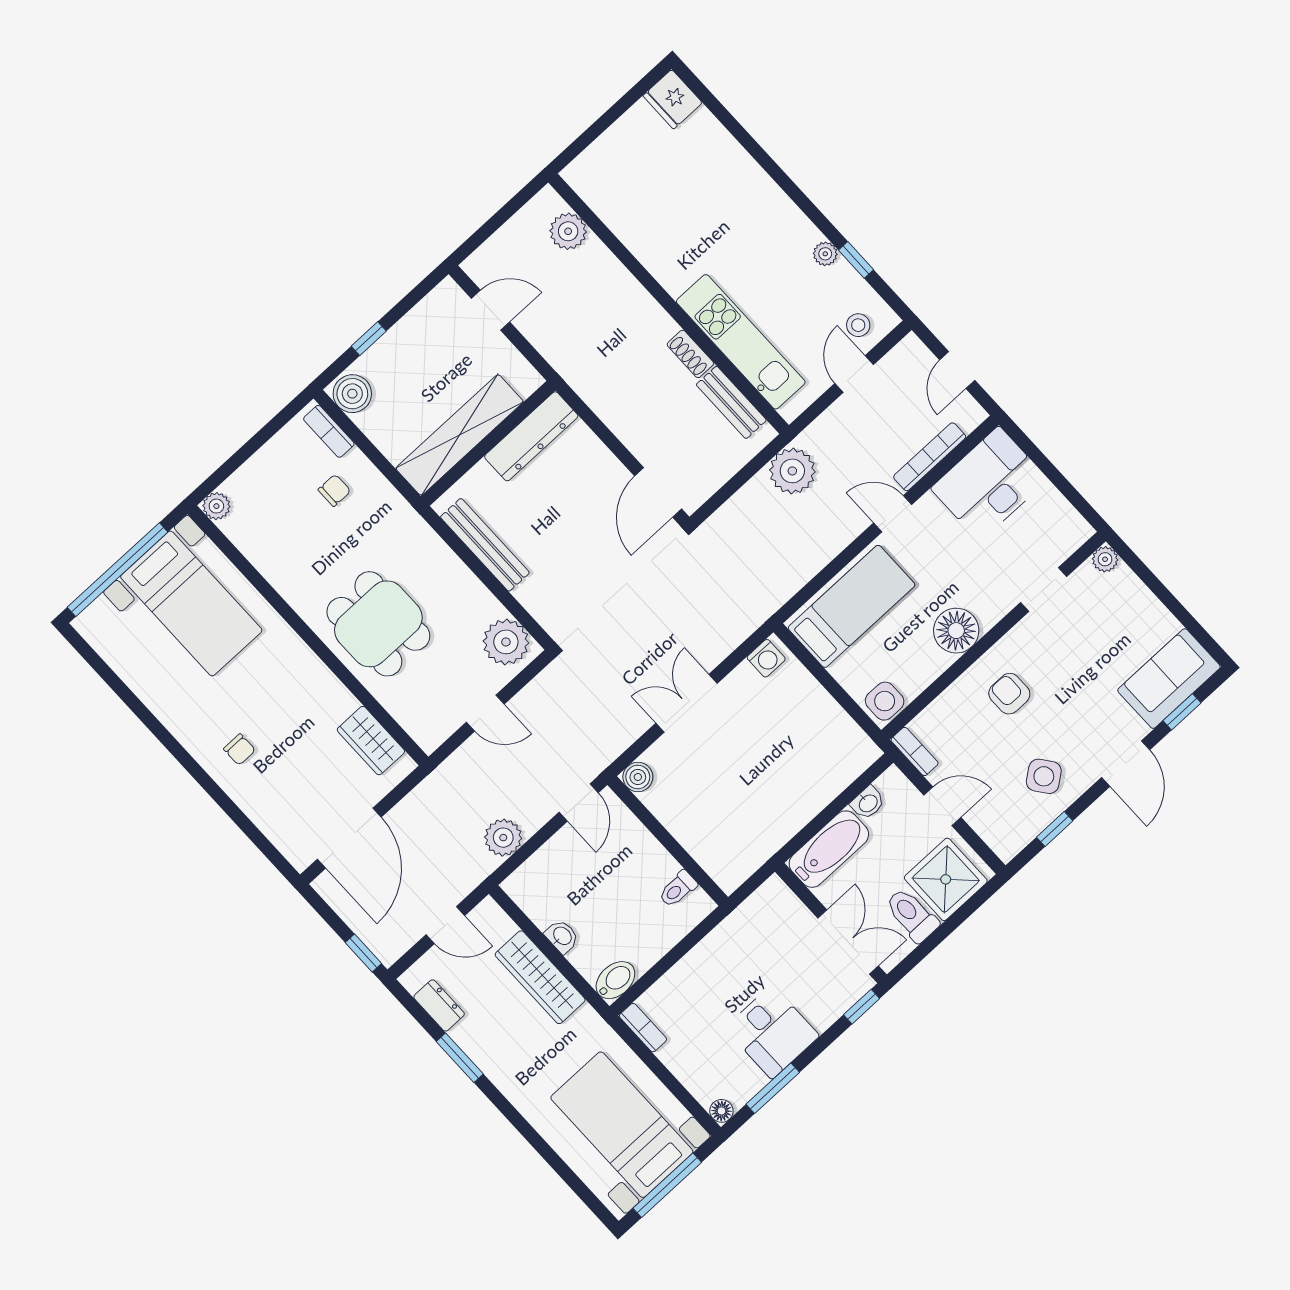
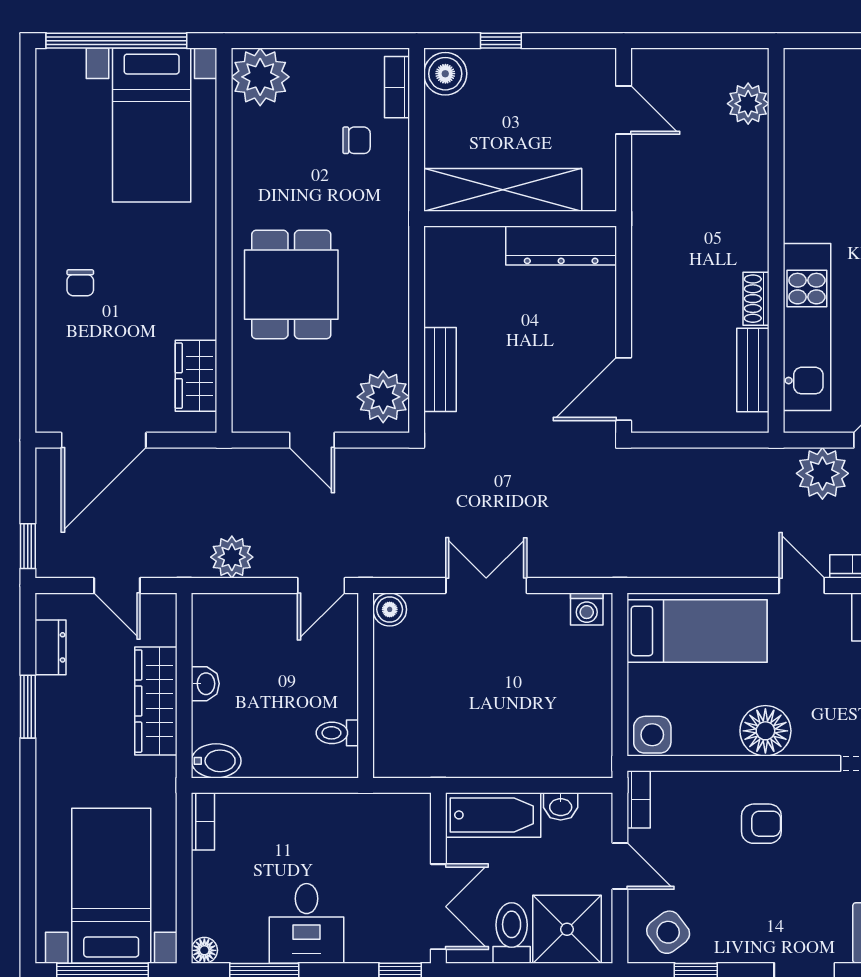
plant: (792, 471) -> (822, 473), moved
plant: (216, 506) -> (260, 77), width x1.88, depth x1.88
bench: (485, 545) -> (440, 370), moved, width x0.73
armchair: (1009, 694) -> (761, 824), turned 90
side table: (1044, 776) -> (668, 932), moved

